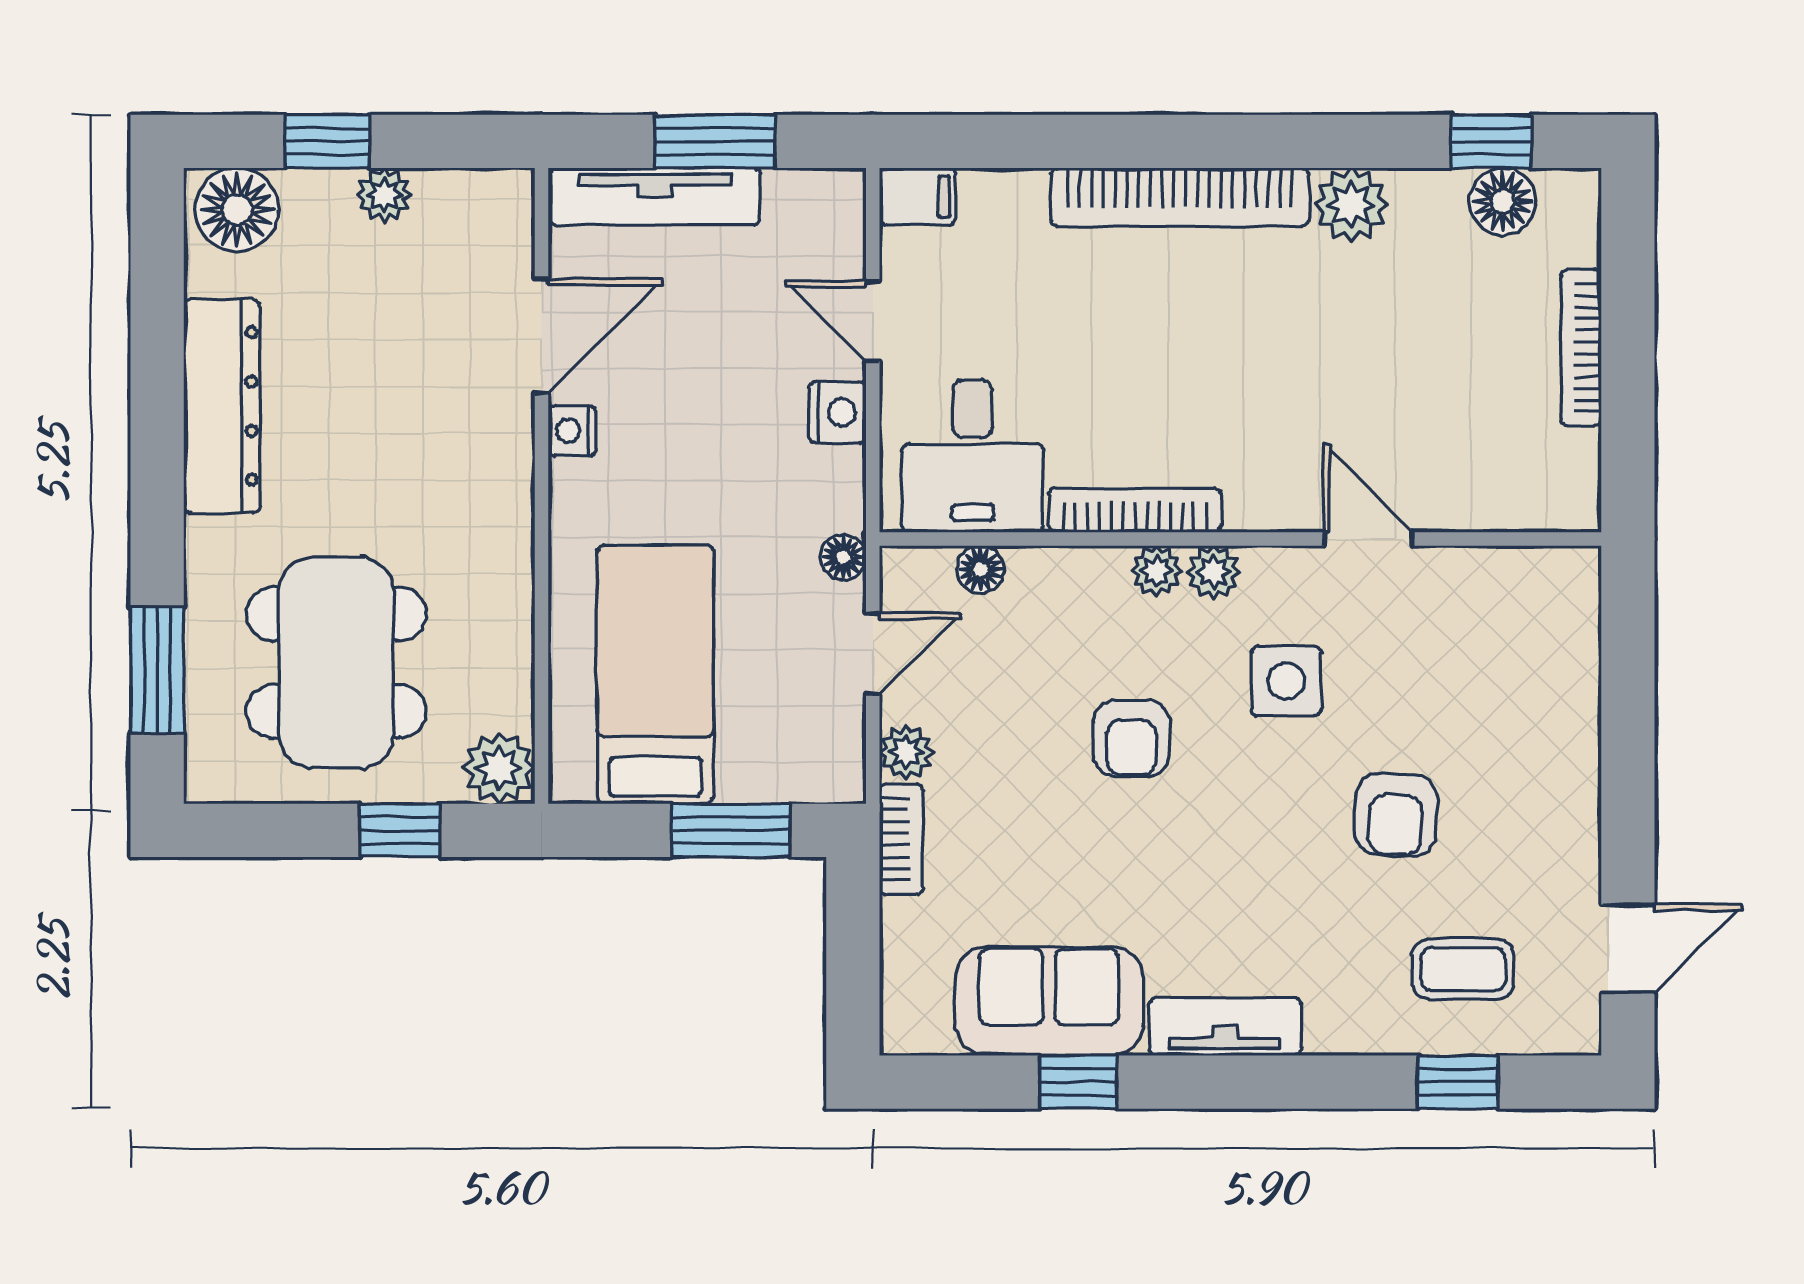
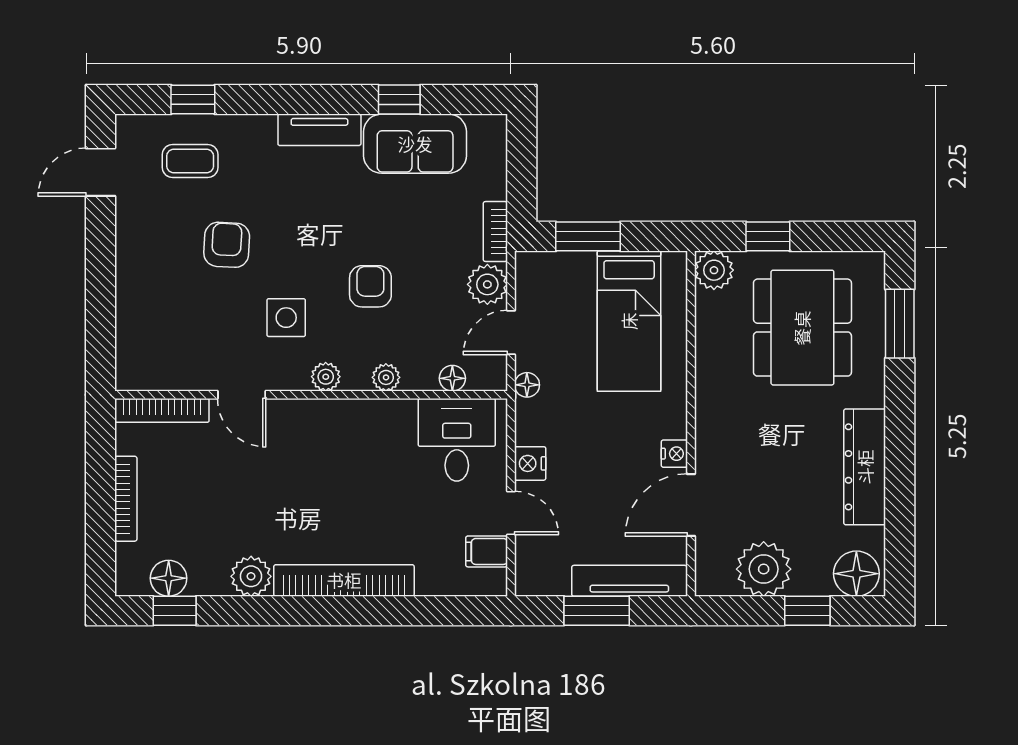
plant: (384, 195) -> (764, 569), width x1.87, depth x1.87
filing cabinet: (917, 197) -> (487, 551), moved
bookcase: (1135, 510) -> (162, 410), moved
plant: (1156, 571) -> (386, 377), moved
plant: (906, 752) -> (487, 284), width x1.38, depth x1.38

